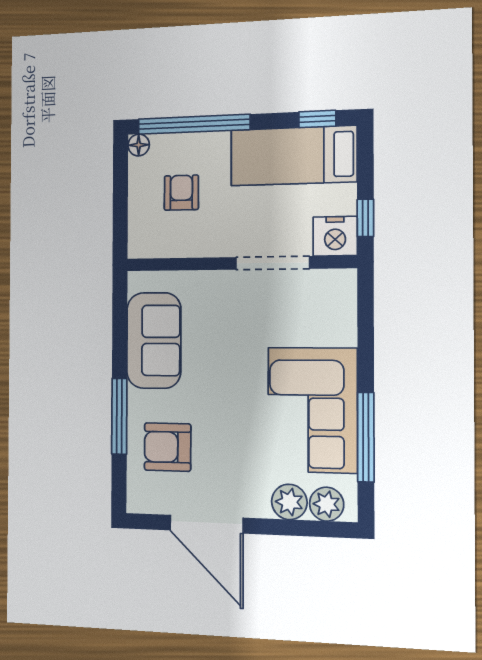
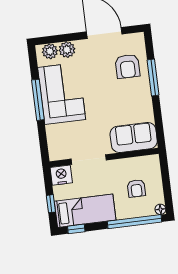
window: (365, 218) -> (51, 204), moved
sofa: (154, 340) -> (134, 138), moved, turned 90
window: (366, 437) -> (38, 100), moved
armchair: (168, 447) -> (128, 66), turned 90

